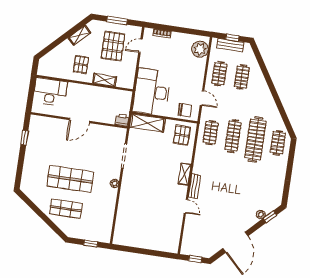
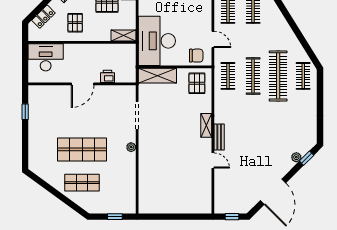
locker: (54, 55) -> (43, 17), added
shelving: (105, 80) -> (123, 36), moved
printer: (122, 120) -> (107, 76), moved

